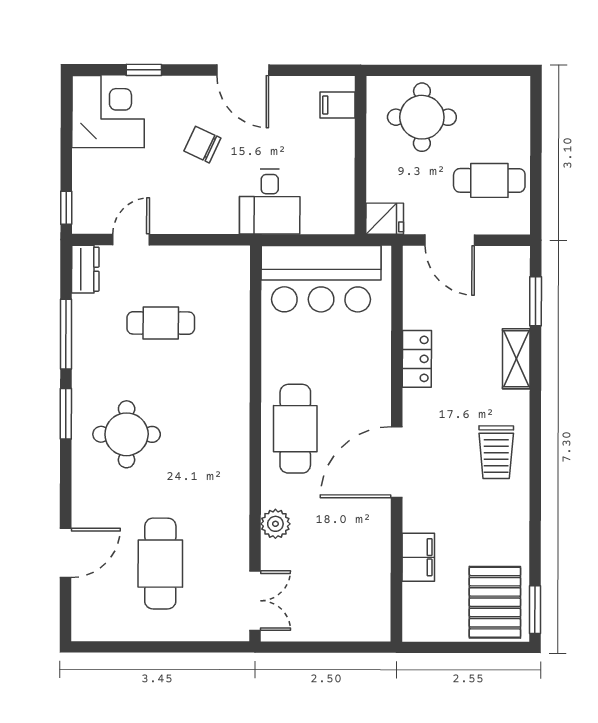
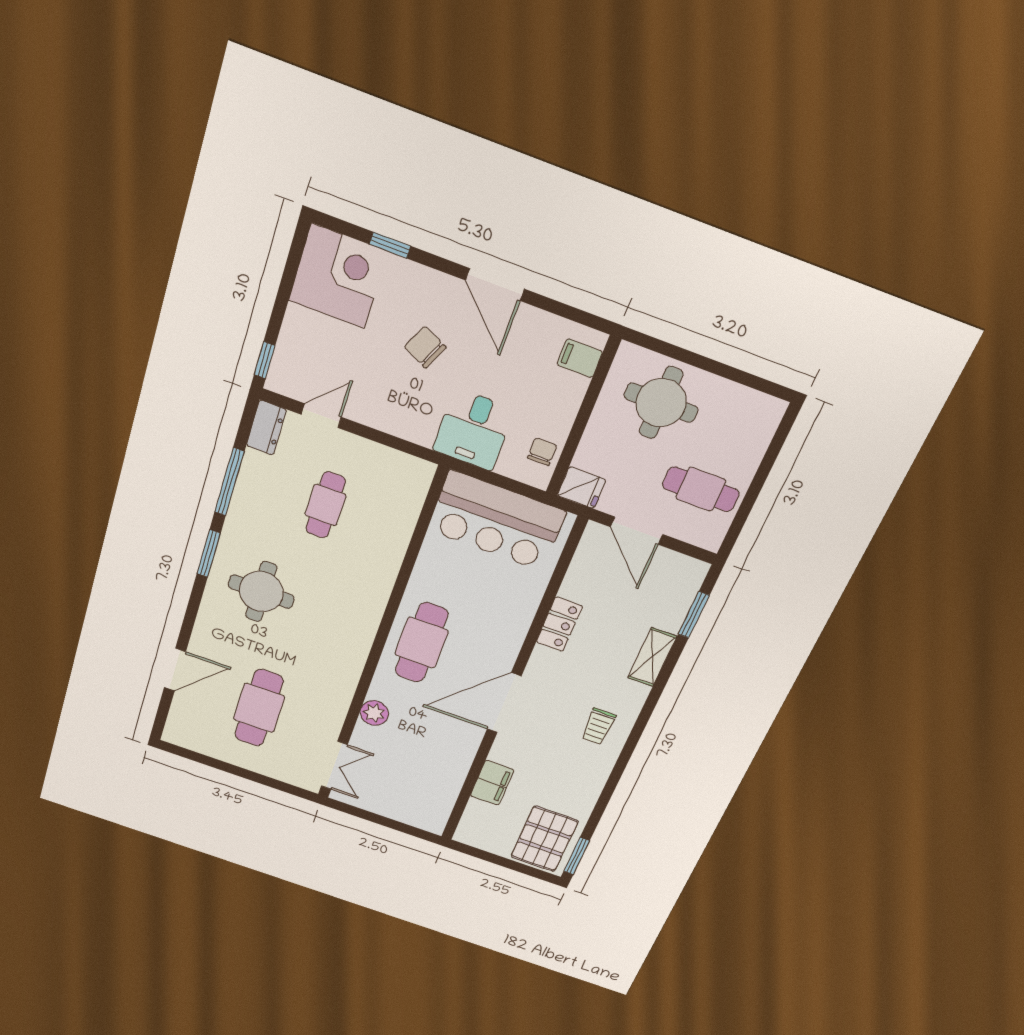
chair: (337, 199) -> (542, 452), added
cafe table: (161, 323) -> (326, 505), turned 90
trolley: (496, 452) -> (598, 726), width x0.73, depth x0.72

